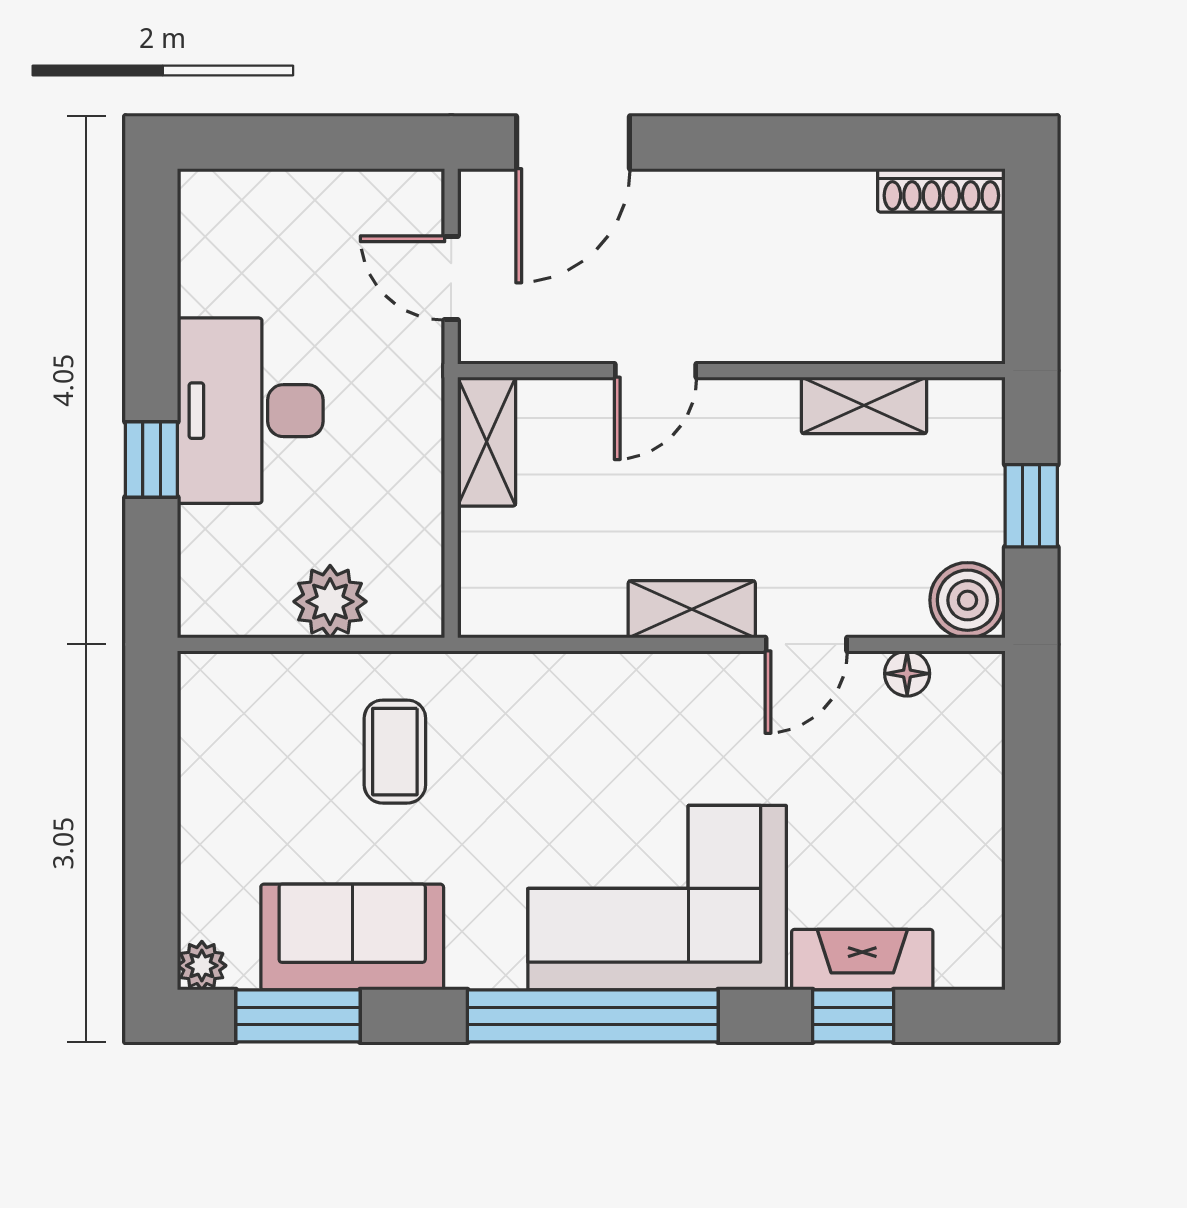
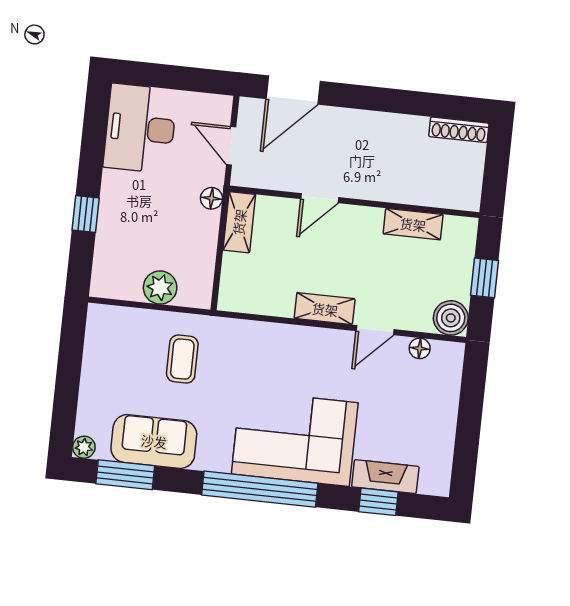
floor lamp: (421, 396) -> (211, 198), added
desk: (250, 411) -> (140, 128), moved

